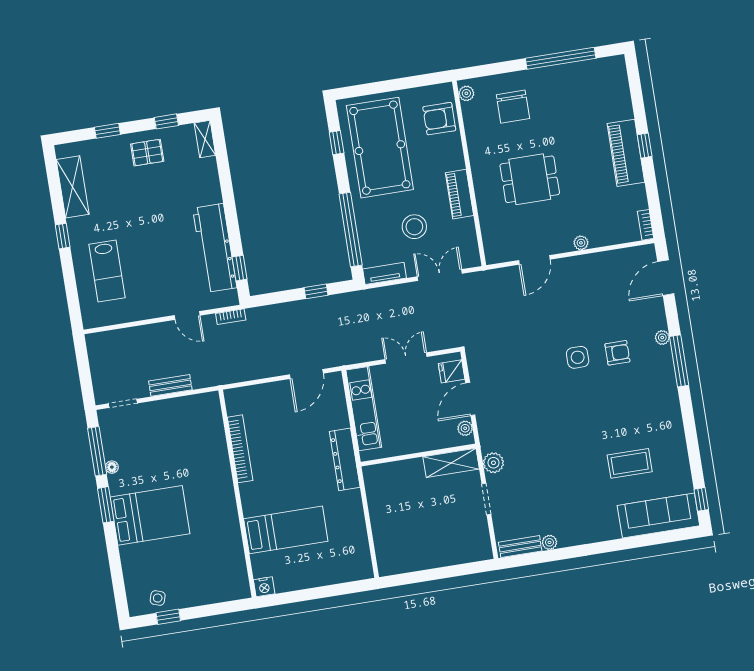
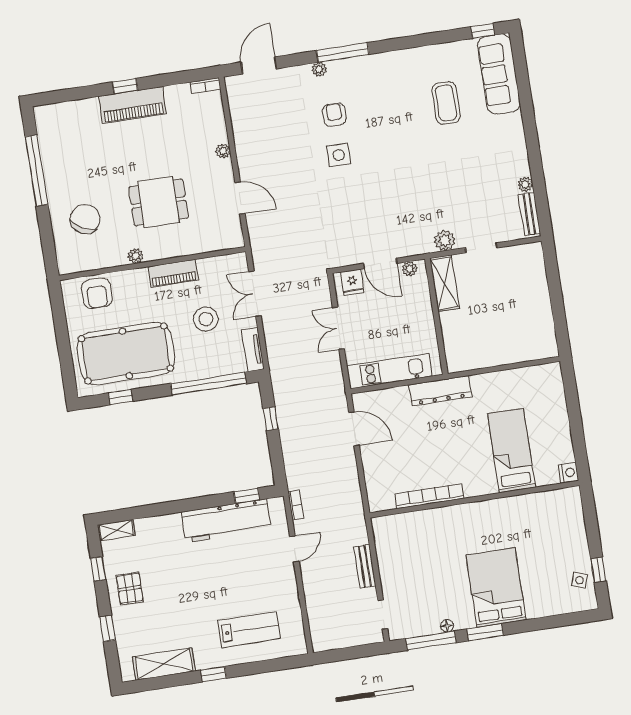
plant: (466, 93) -> (136, 256), moved
chair: (513, 107) -> (85, 219), turned -62
dining table: (530, 179) -> (159, 202), turned 90
door: (666, 278) -> (259, 65), swing flipped

